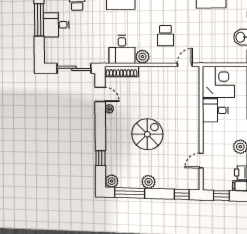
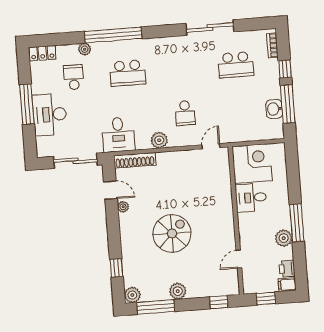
desk: (56, 25) -> (50, 115), width x1.37
desk: (122, 49) -> (118, 135), moved

